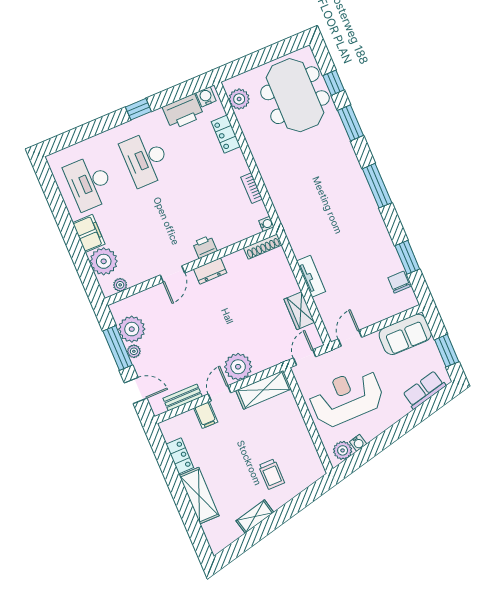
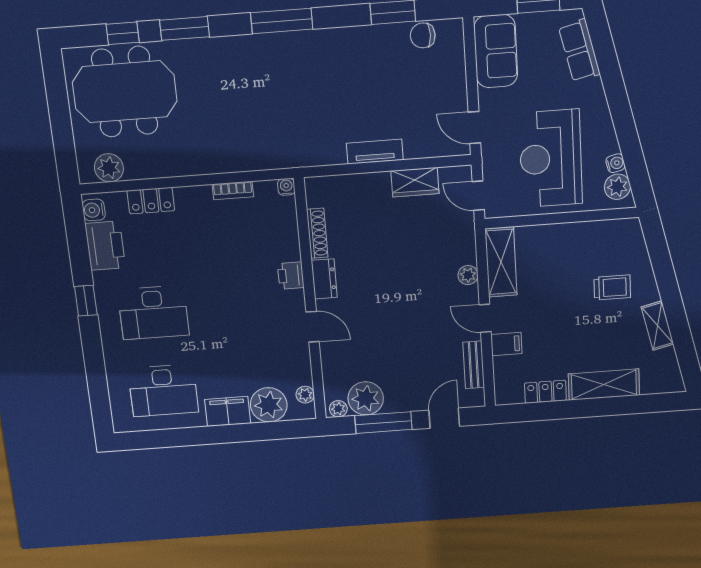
shoe rack: (263, 246) -> (317, 233), moved
plant: (134, 351) -> (338, 409), moved
plant: (238, 367) -> (468, 275), width x0.53, depth x0.53

